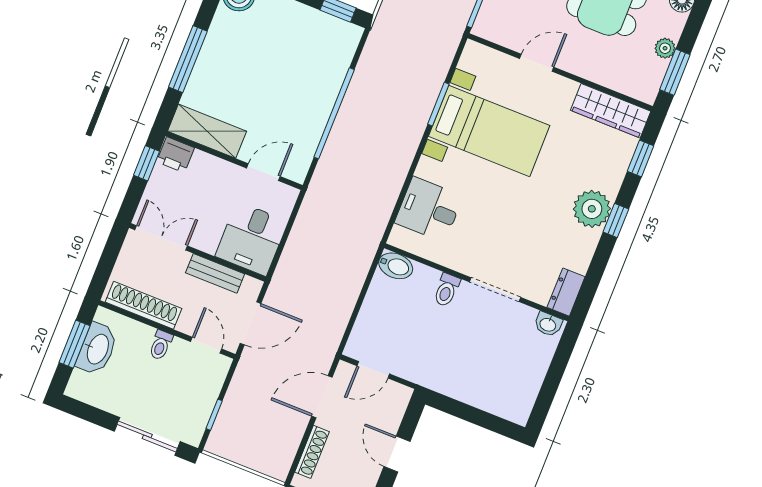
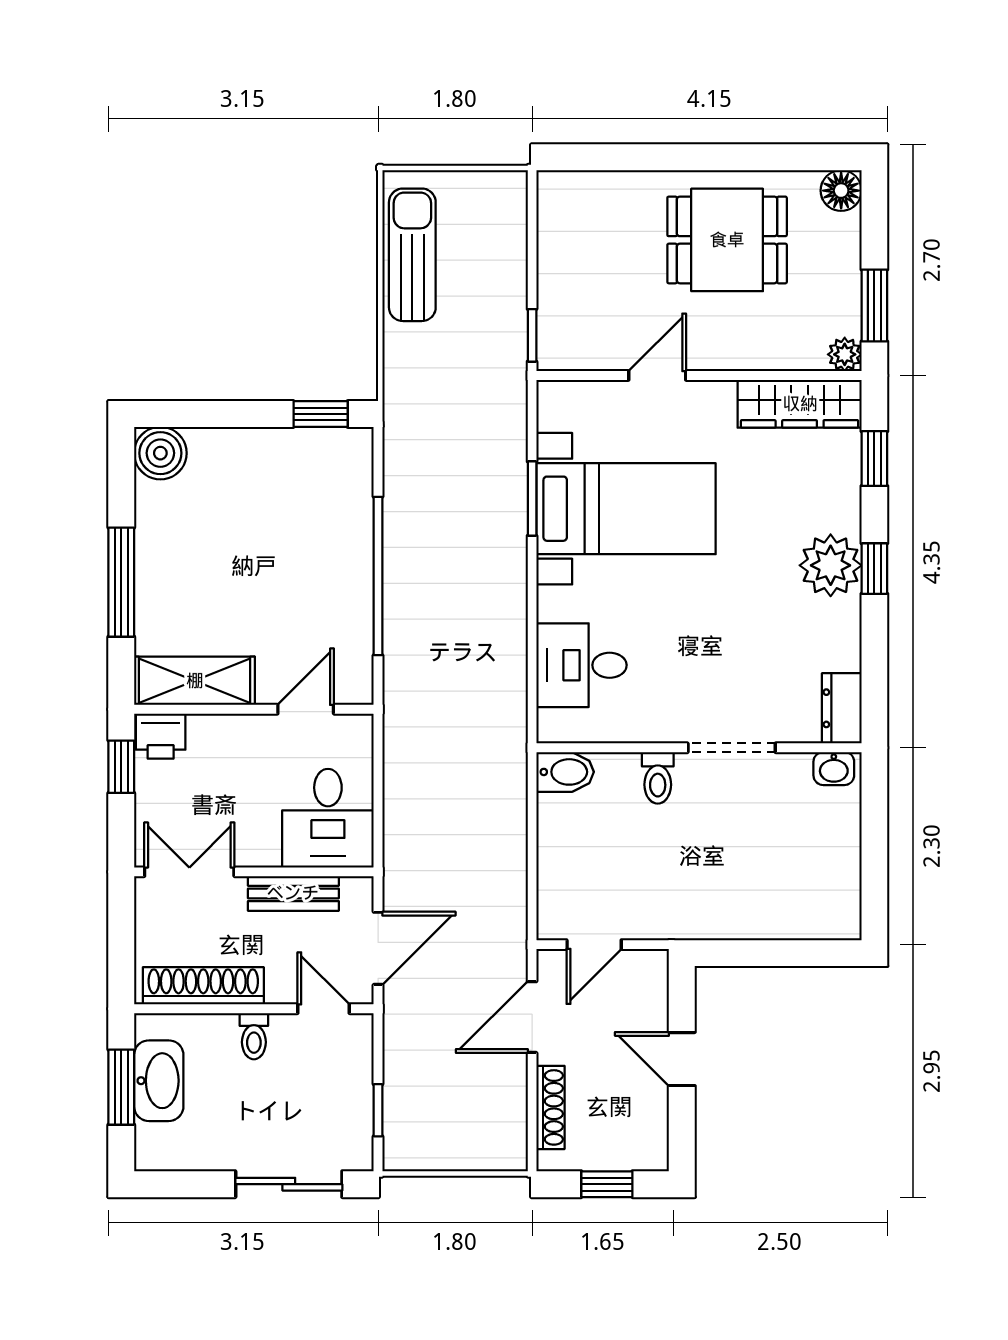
plant: (665, 48) -> (845, 354), moved

